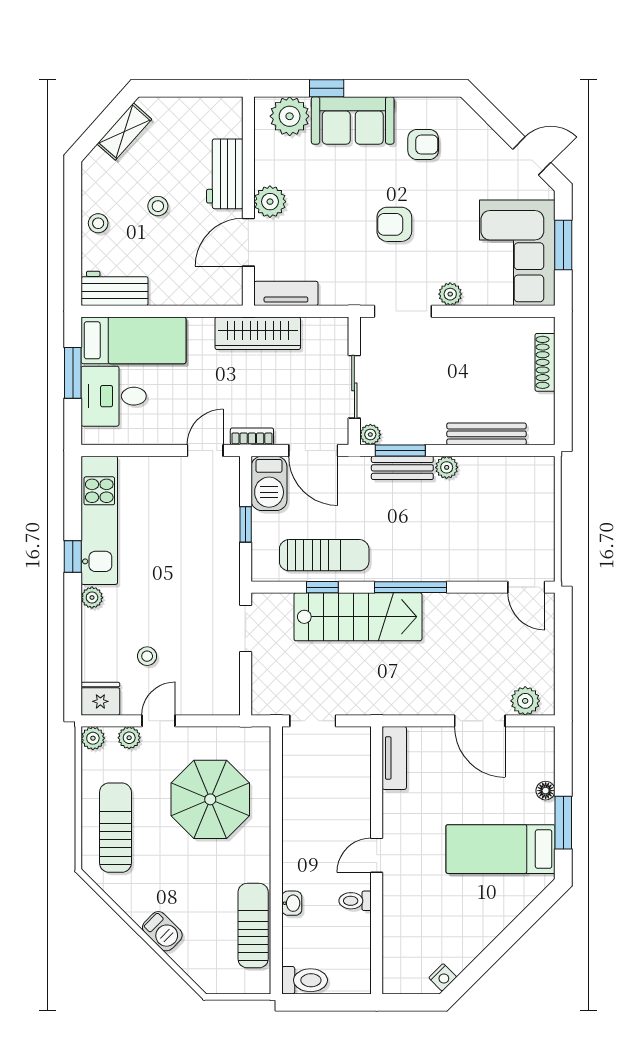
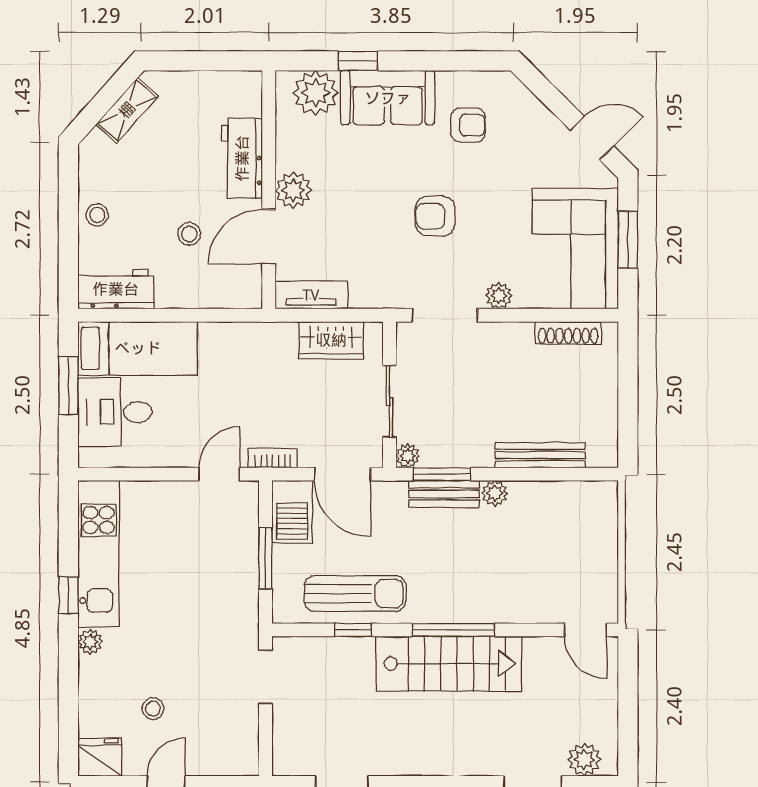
stool: (158, 206) -> (189, 234), moved
wardrobe: (258, 333) -> (331, 340), moved, width x0.67
shoe rack: (545, 362) -> (568, 333), moved, turned -90
window: (246, 524) -> (265, 558), width x1.50
stairs: (358, 617) -> (449, 664), moved

